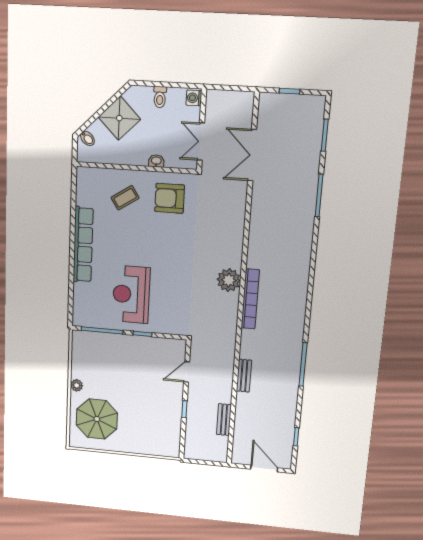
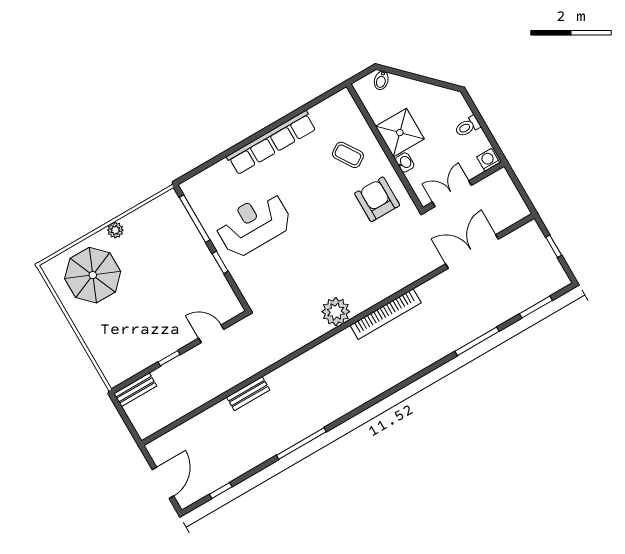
shower: (119, 118) -> (400, 133), moved, turned 45
bookcase: (250, 299) -> (386, 314), moved
bench: (224, 420) -> (135, 390), moved

